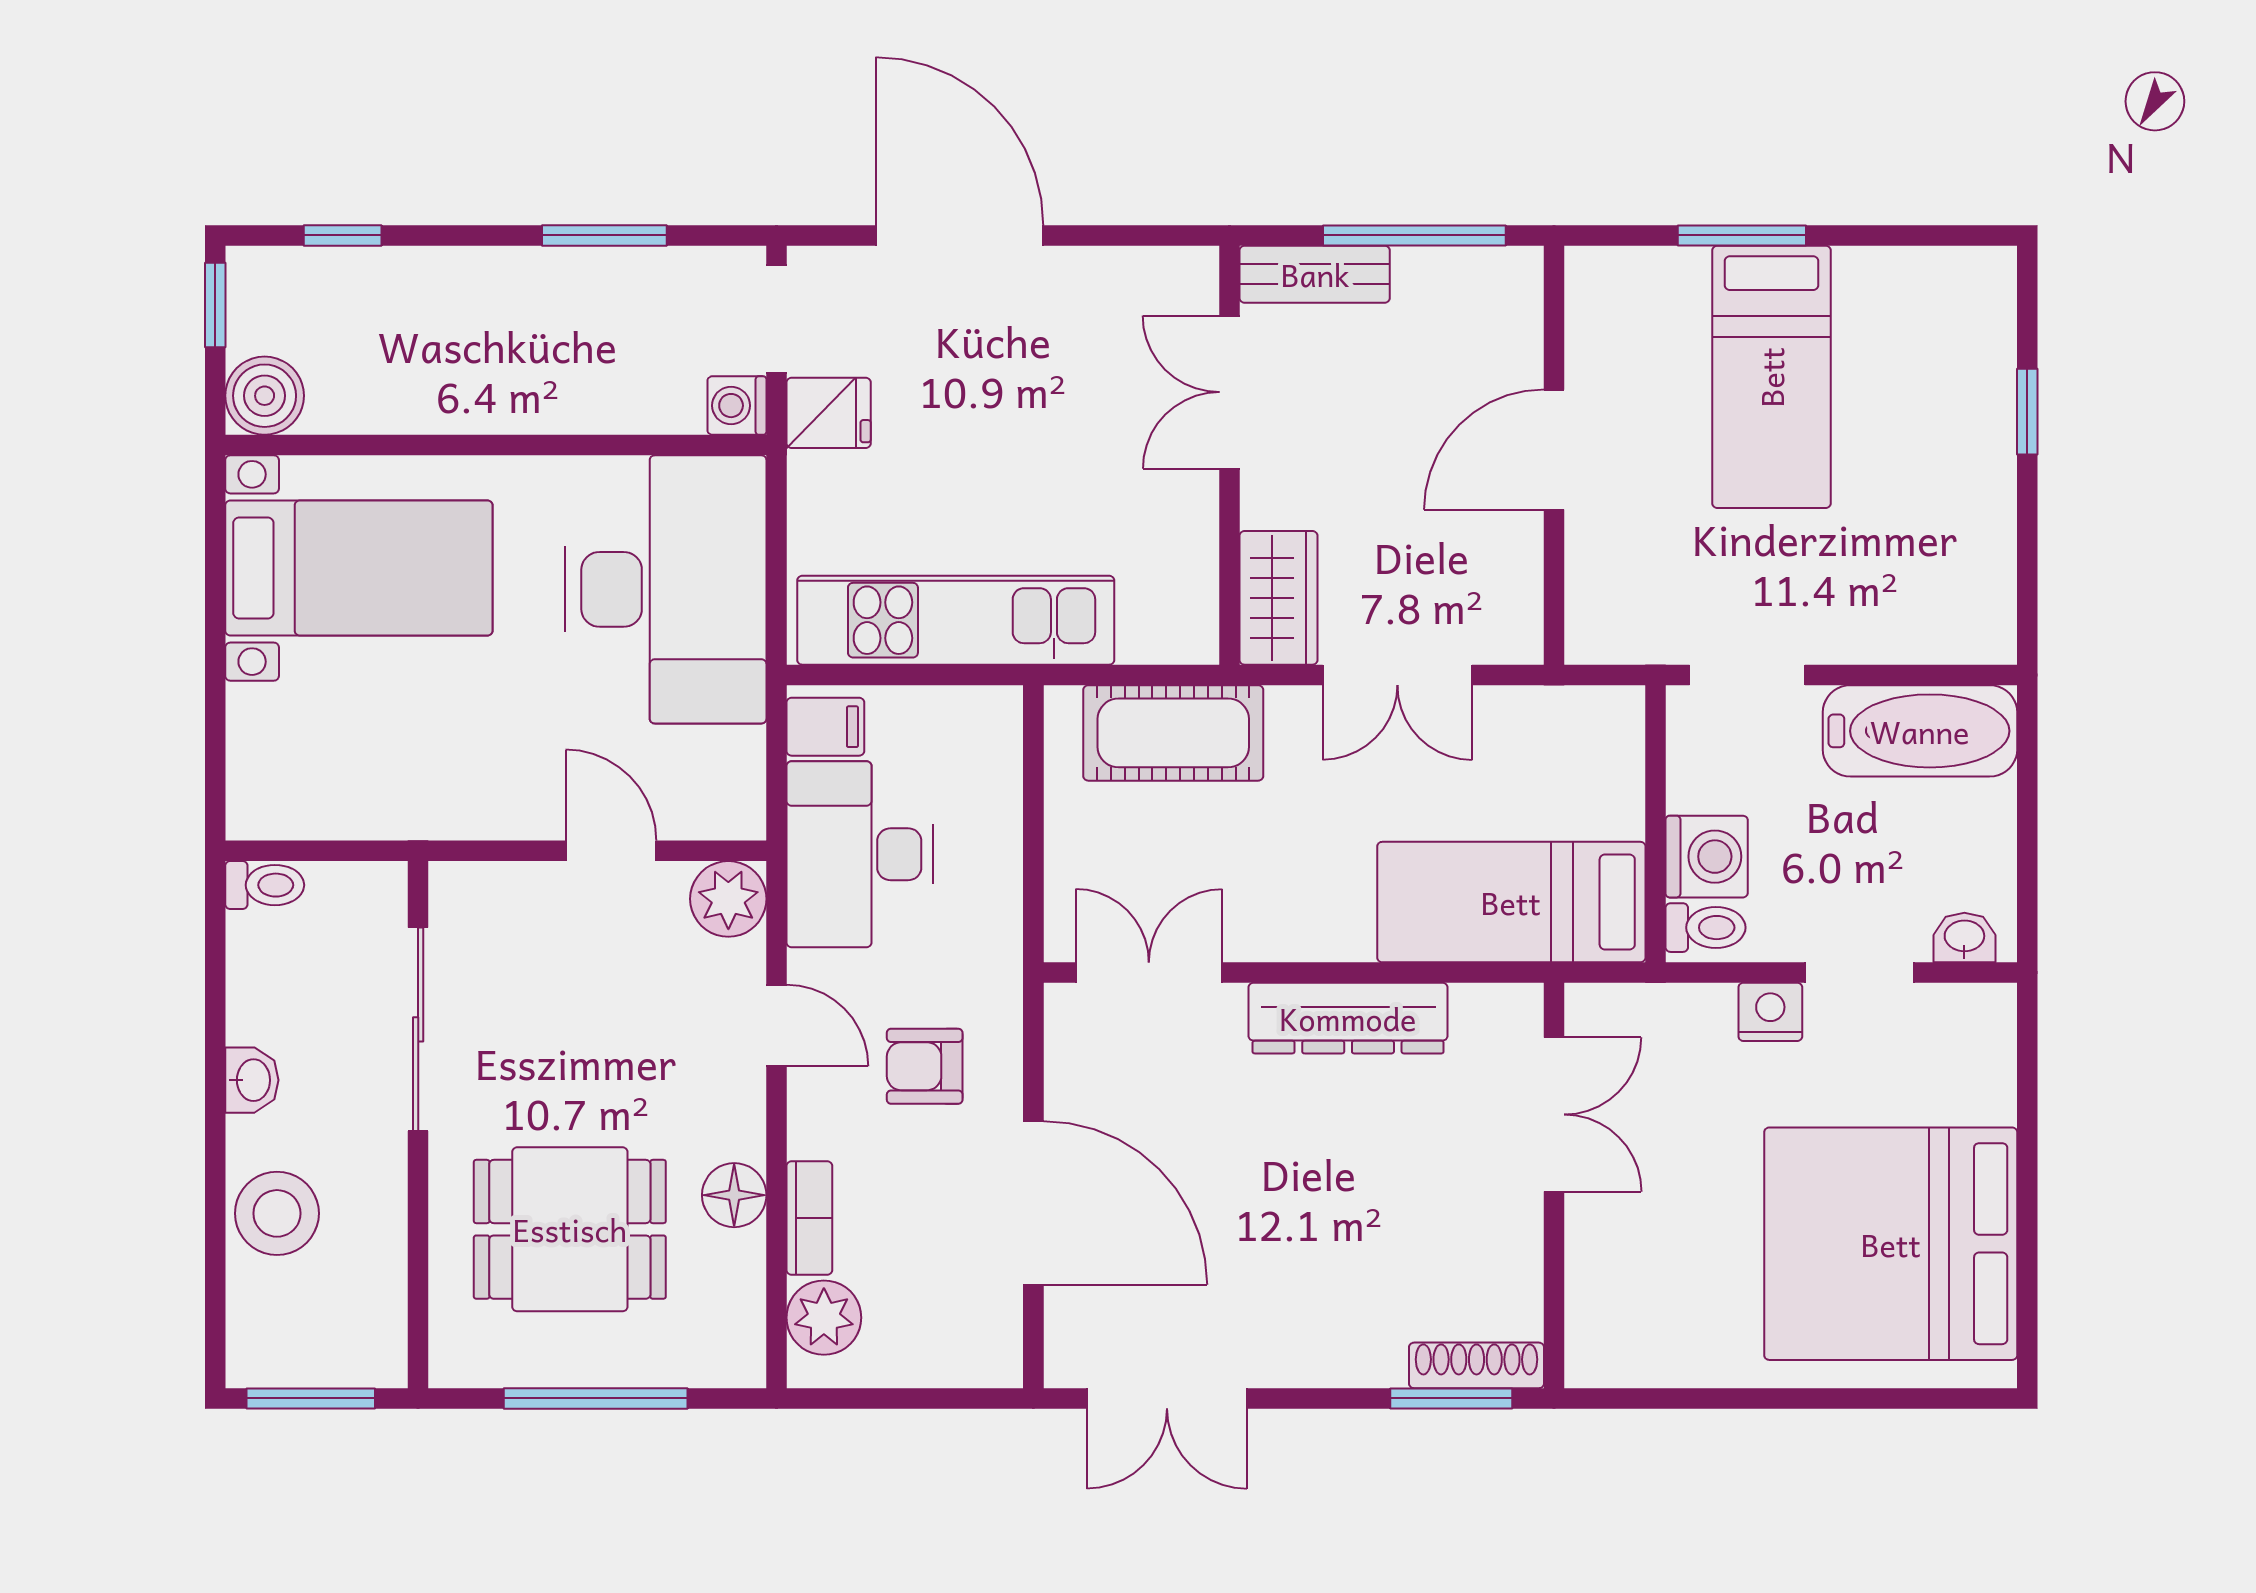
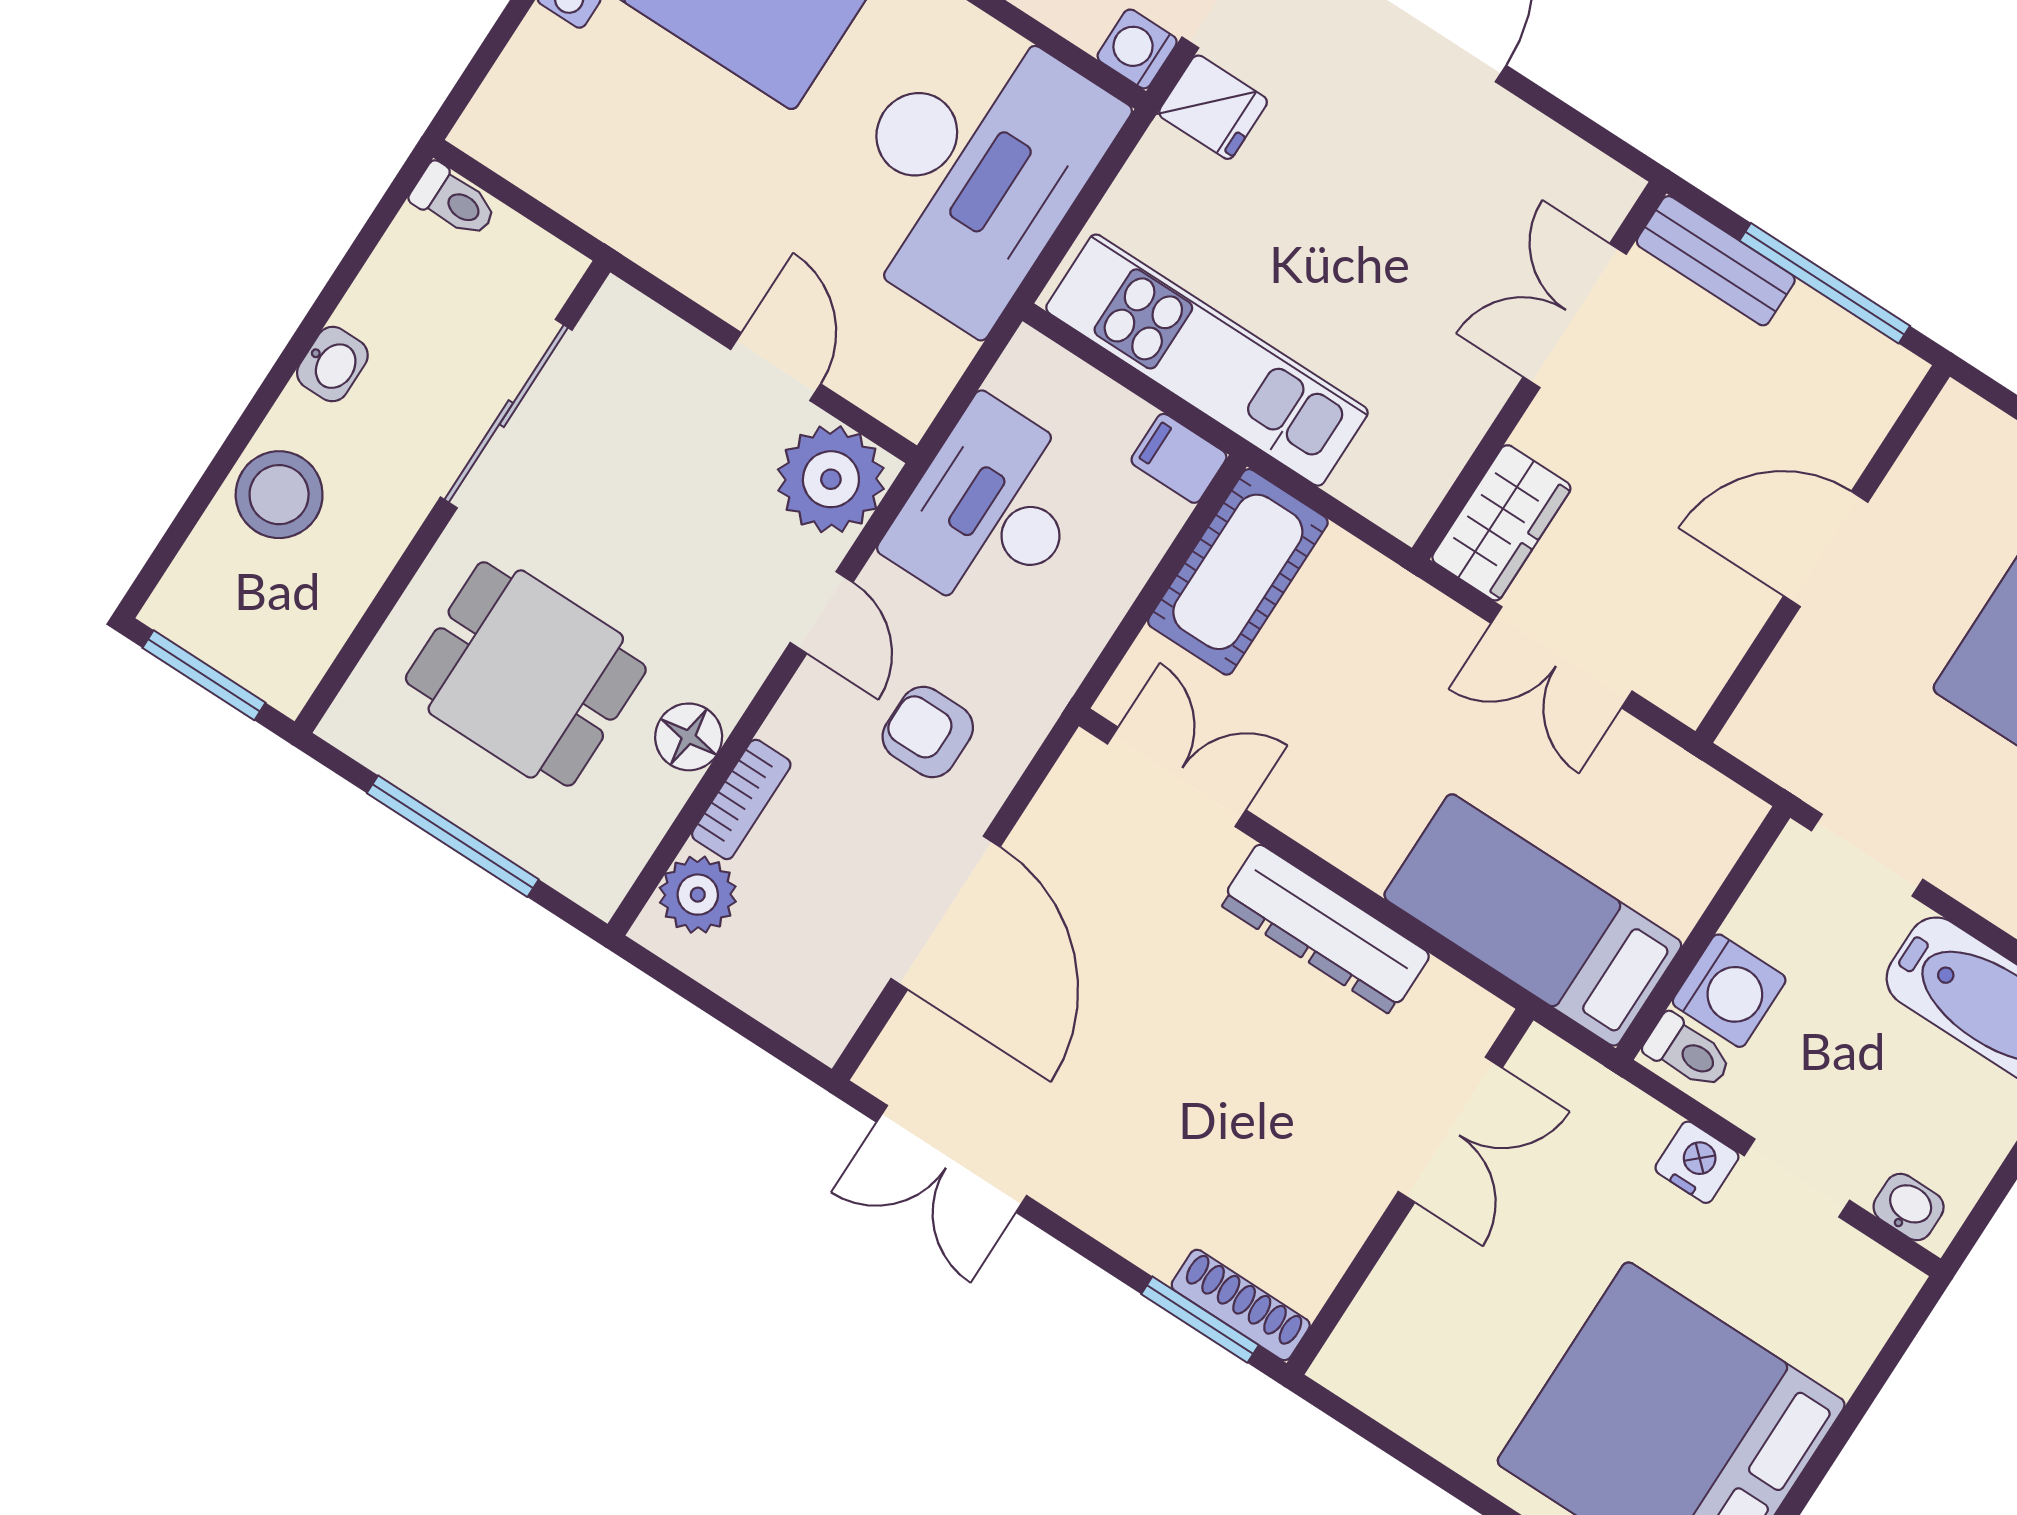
filing cabinet: (825, 727) -> (1179, 458), moved, turned 180
cot: (1173, 733) -> (1238, 572), moved, turned 90
plant: (728, 899) -> (831, 479), width x1.36, depth x1.36

